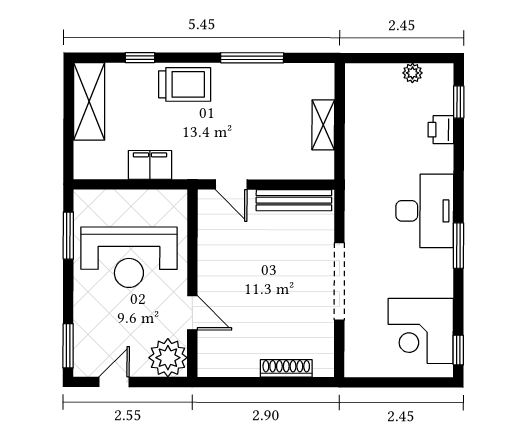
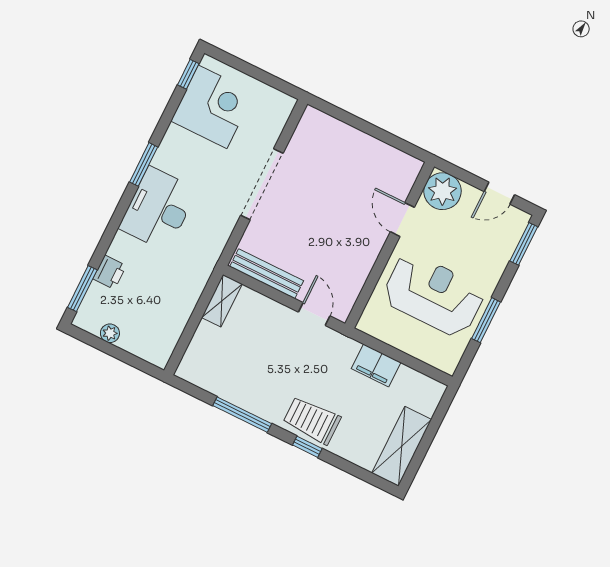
window: (140, 58) -> (307, 447), moved
window: (459, 102) -> (82, 289), width x1.50
shelving: (323, 125) -> (222, 301), moved
window: (68, 236) -> (486, 320), moved
shoe rack: (286, 368) -> (345, 132), removed

